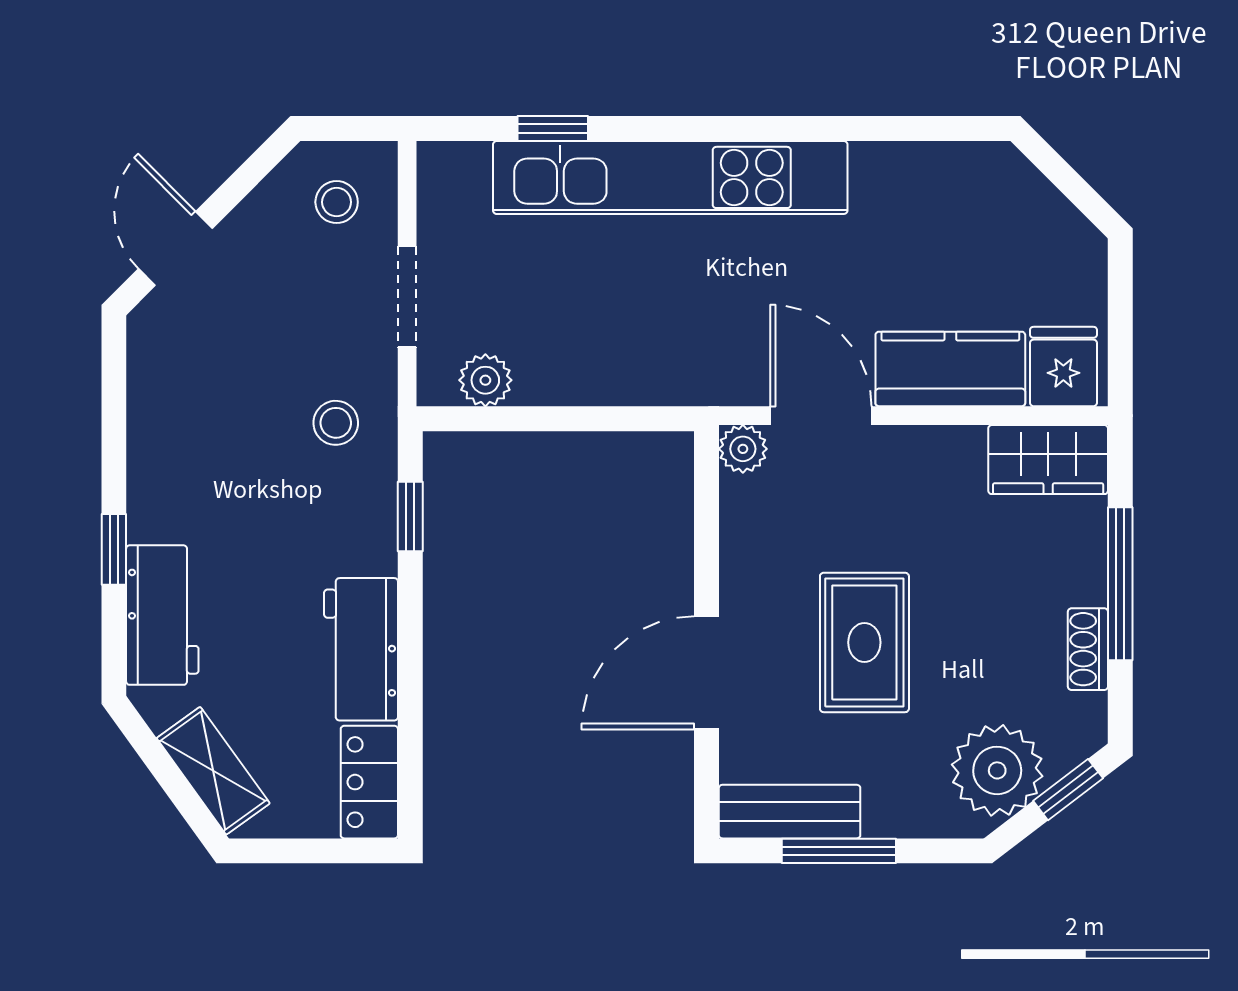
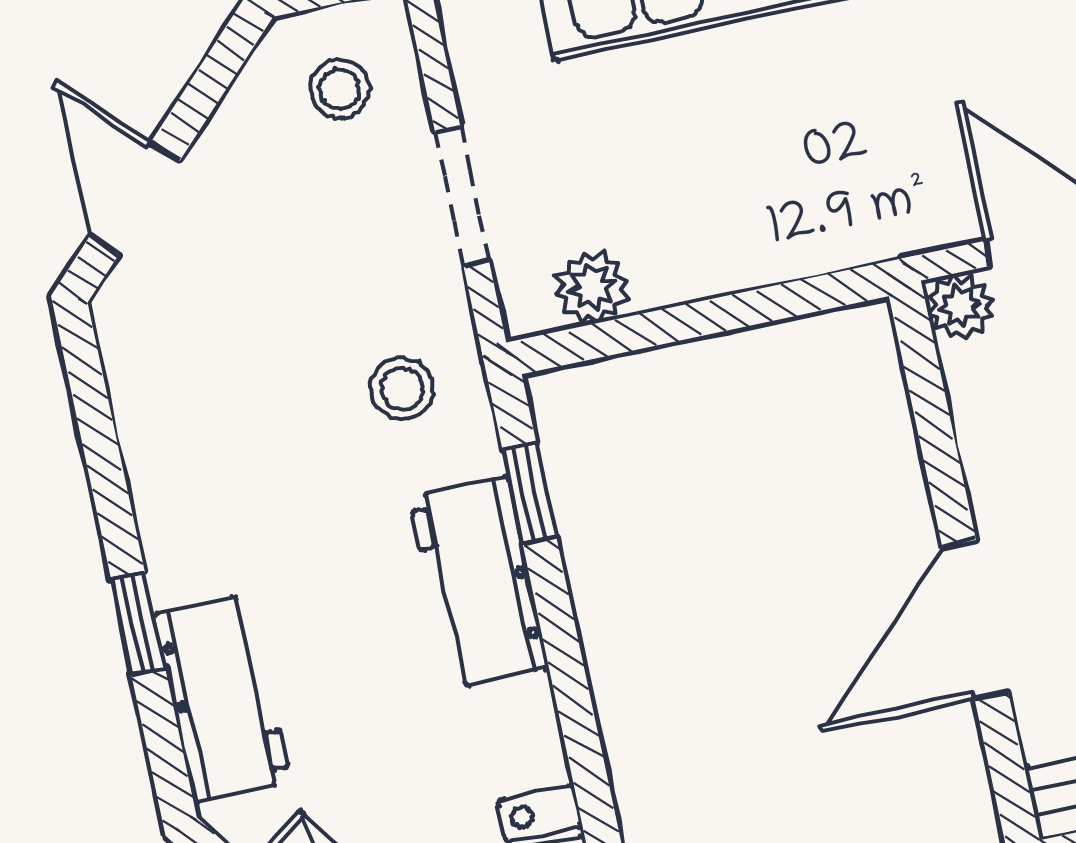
workbench: (361, 649) -> (479, 582), moved

